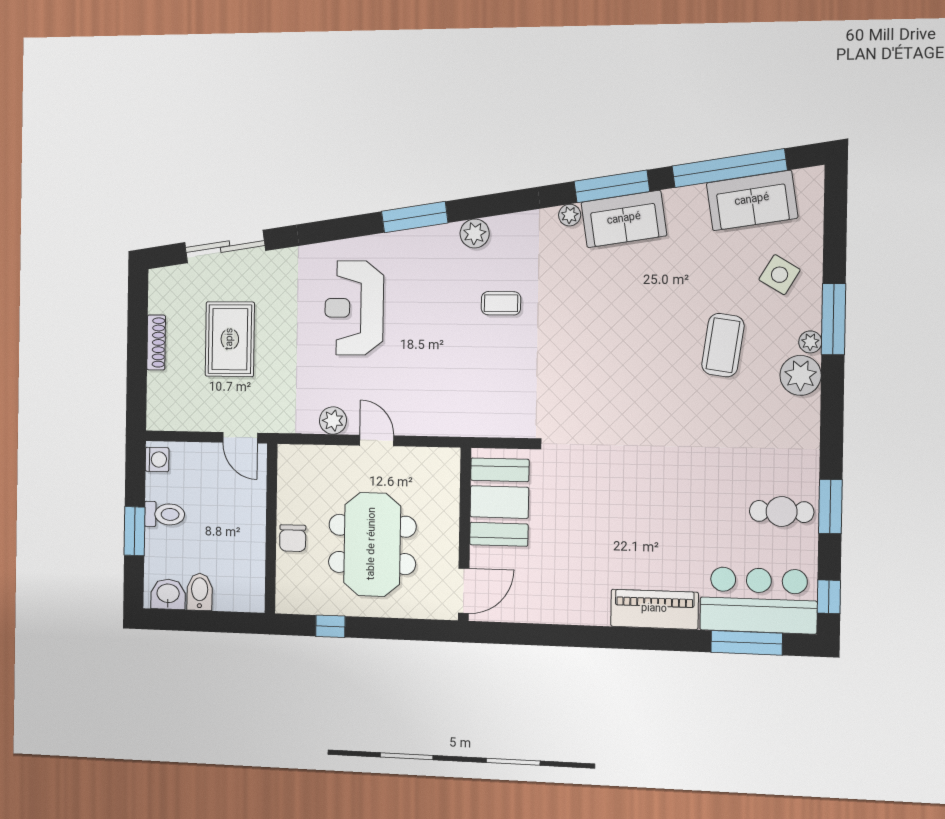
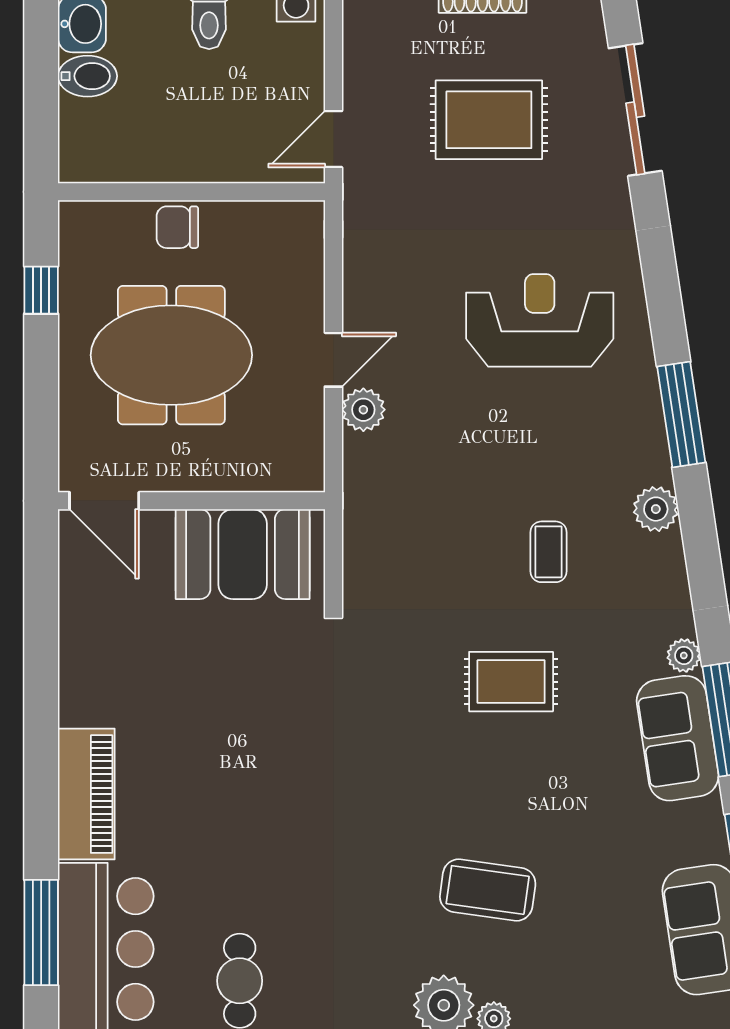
side table: (780, 275) -> (594, 972), removed
rug: (585, 328) -> (511, 682), added
plant: (333, 420) -> (363, 410), moved

